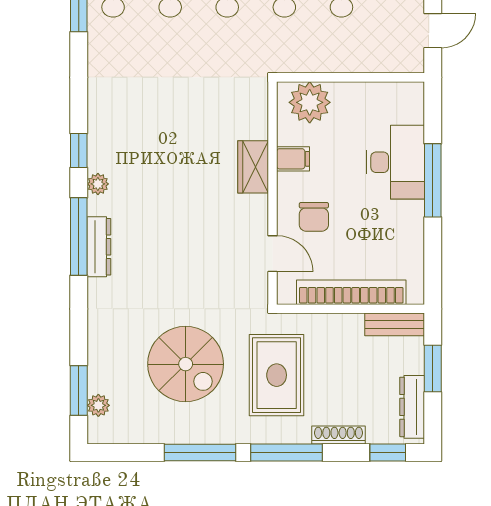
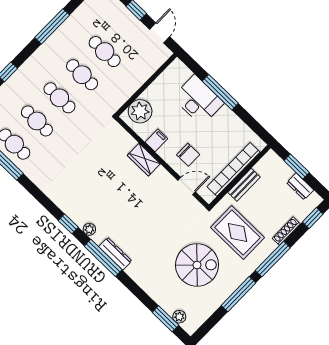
bench: (395, 324) -> (244, 185), moved
dresser: (412, 407) -> (300, 186), width x0.70

